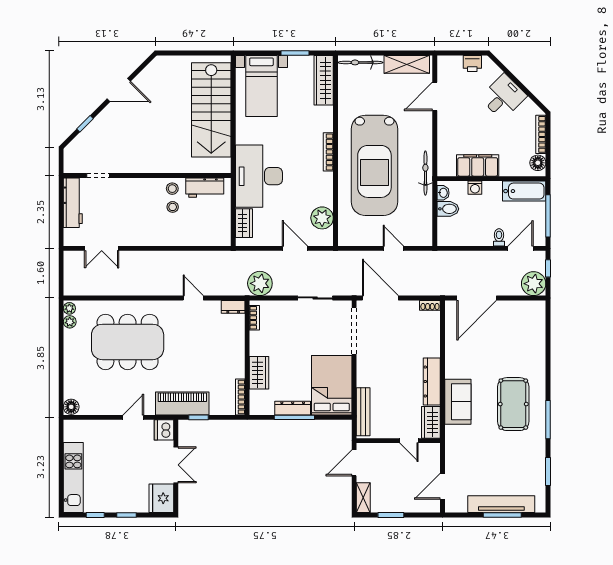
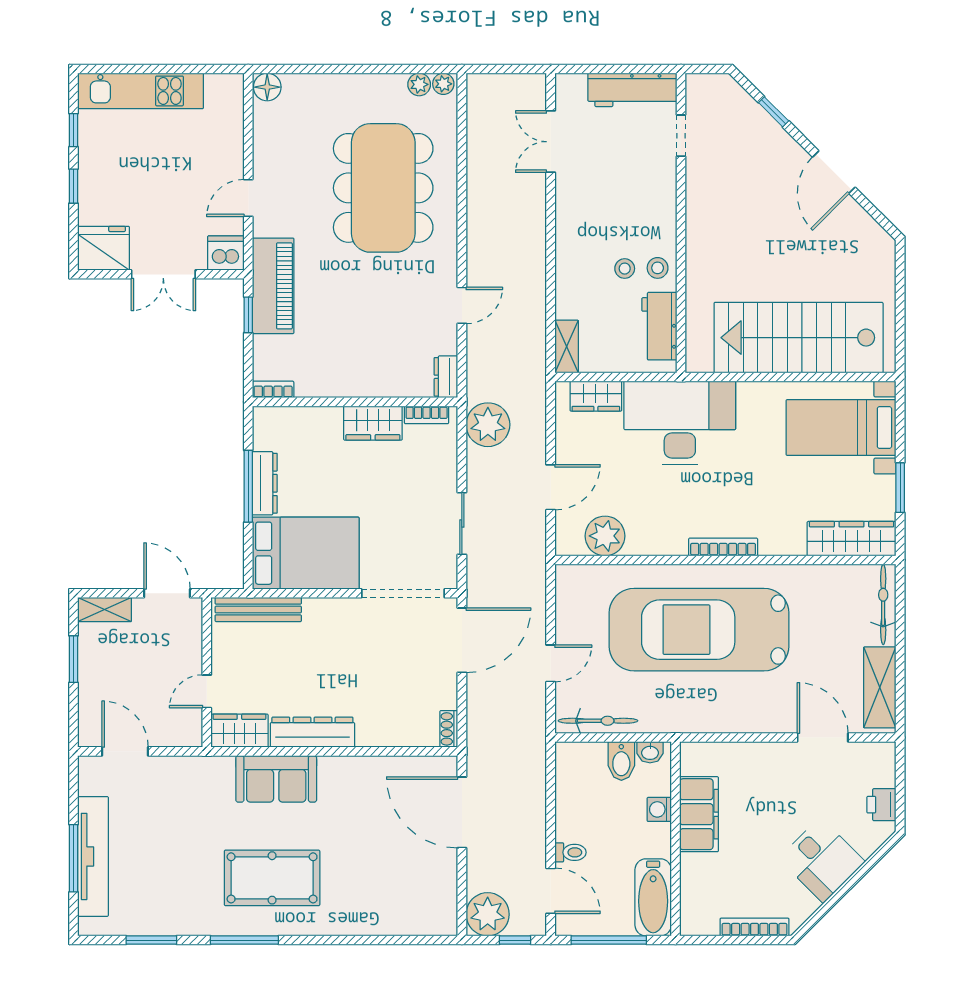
floor lamp: (538, 163) -> (704, 922), removed
bicycle: (425, 173) -> (598, 721), moved
shelving: (216, 239) -> (567, 346), added
wardrobe: (259, 373) -> (373, 423), moved
bookcase: (240, 397) -> (273, 389), width x0.64
door: (133, 417) -> (248, 198), swing flipped

